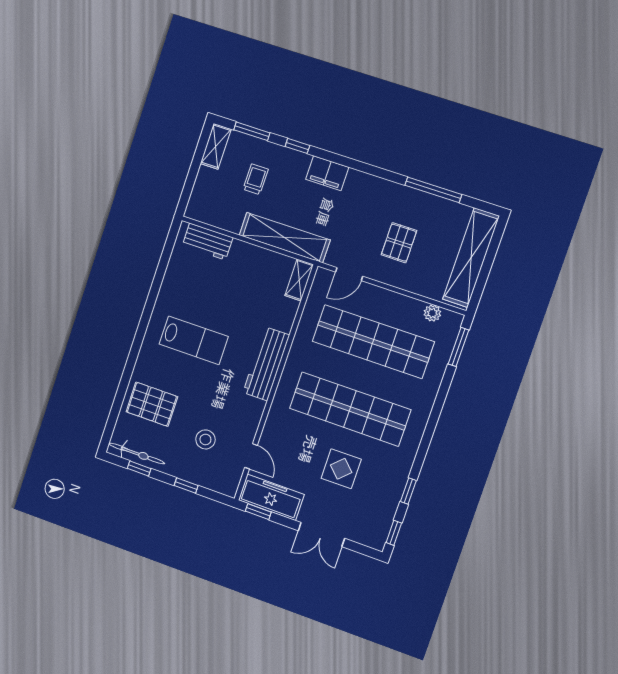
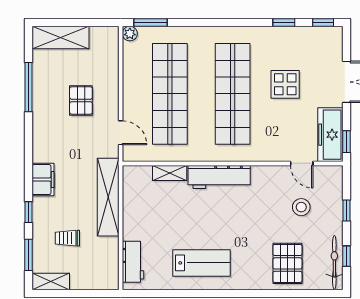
pallet: (399, 243) -> (81, 100), turned 90
shelving: (471, 258) -> (61, 37), width x0.68
shelving: (299, 280) -> (170, 173), moved
plant: (432, 313) -> (130, 34), moved
lab bench: (194, 340) -> (201, 263), moved, turned 90
door: (251, 456) -> (302, 163), swing flipped

